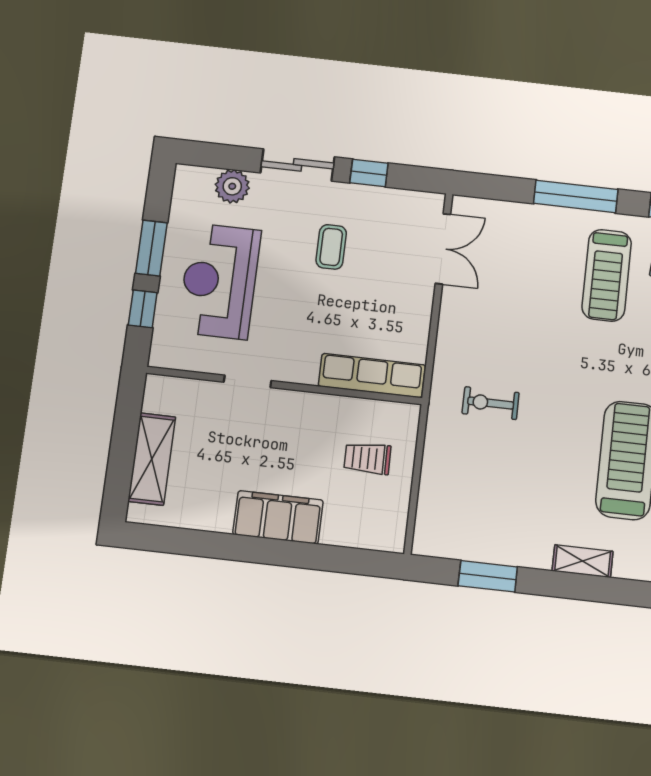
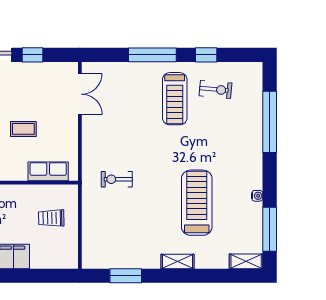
coffee table: (331, 247) -> (23, 129), moved, turned 90
row of seats: (372, 376) -> (48, 171), width x0.68

